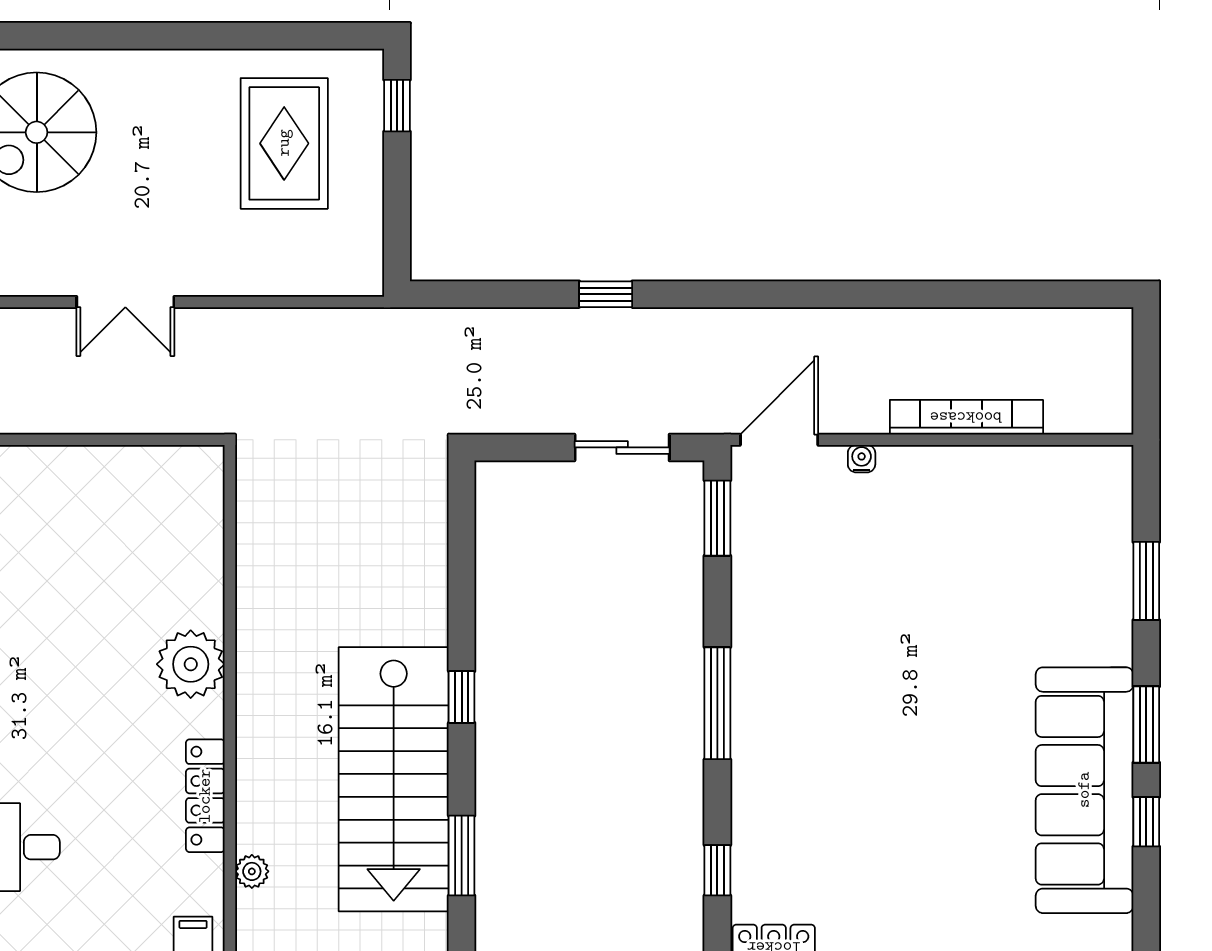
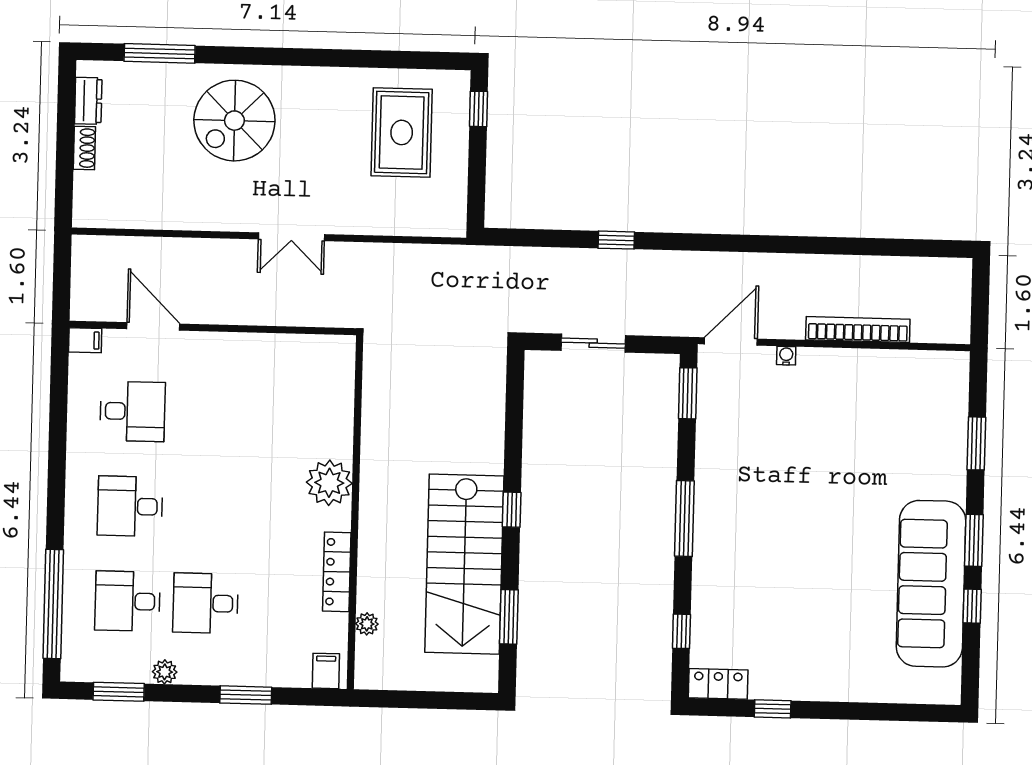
sliding door: (622, 447) -> (593, 343), moved

